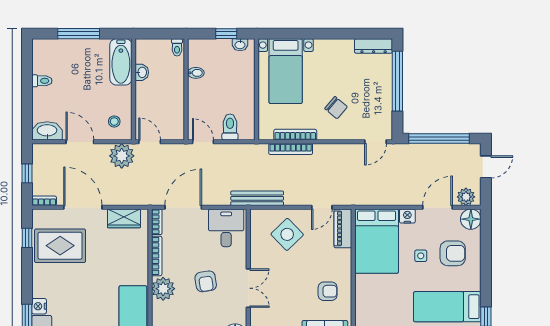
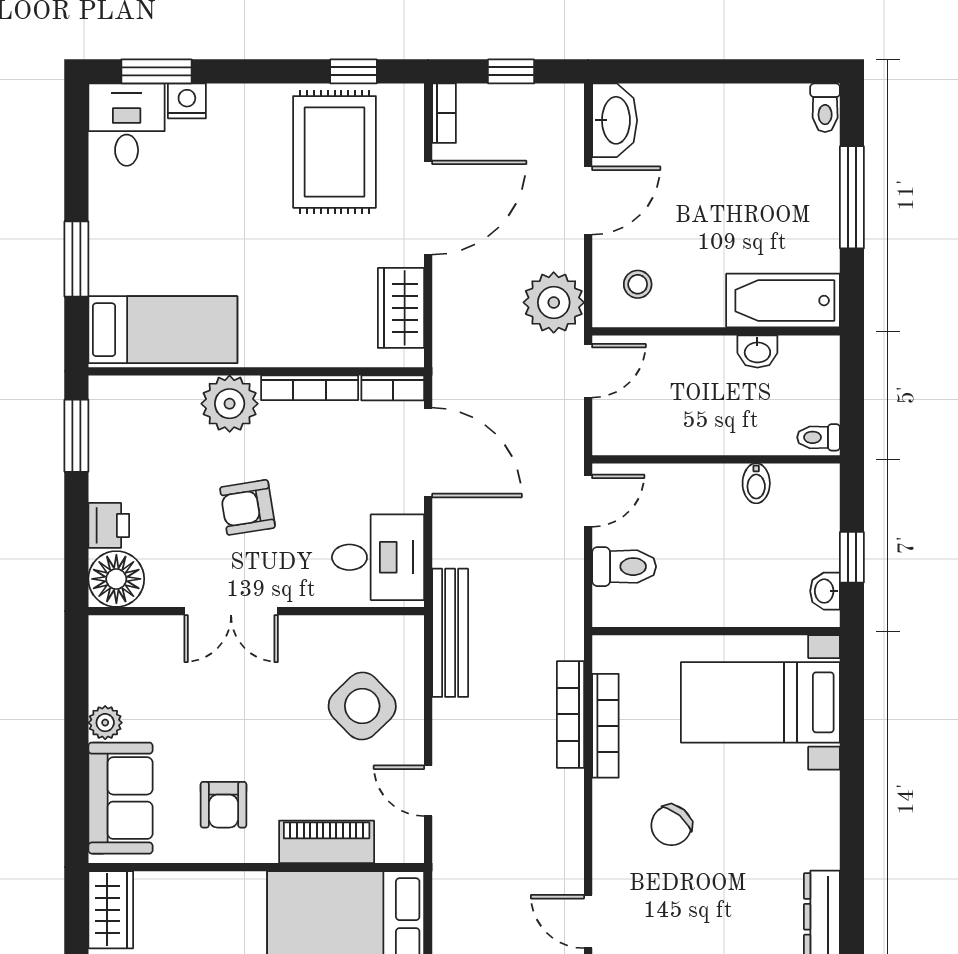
toilet: (42, 81) -> (825, 108), moved
piano: (343, 228) -> (327, 842), moved

